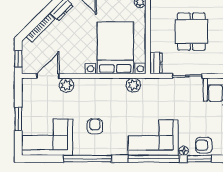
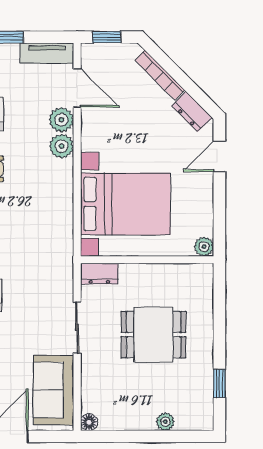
plant: (133, 85) -> (62, 146), moved
tv unit: (28, 94) -> (47, 53), added

